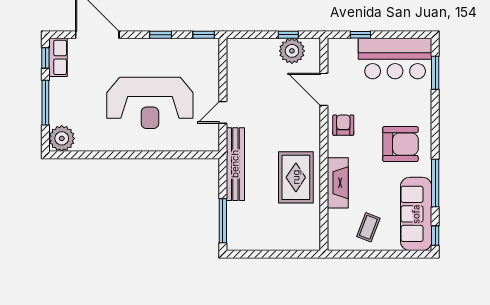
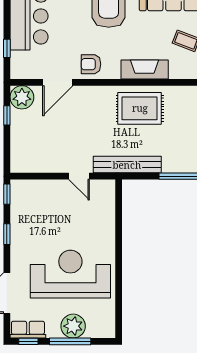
plant: (292, 51) -> (22, 97), moved
reception desk: (150, 103) -> (70, 274), moved, turned -90
plant: (62, 138) -> (73, 326), moved

